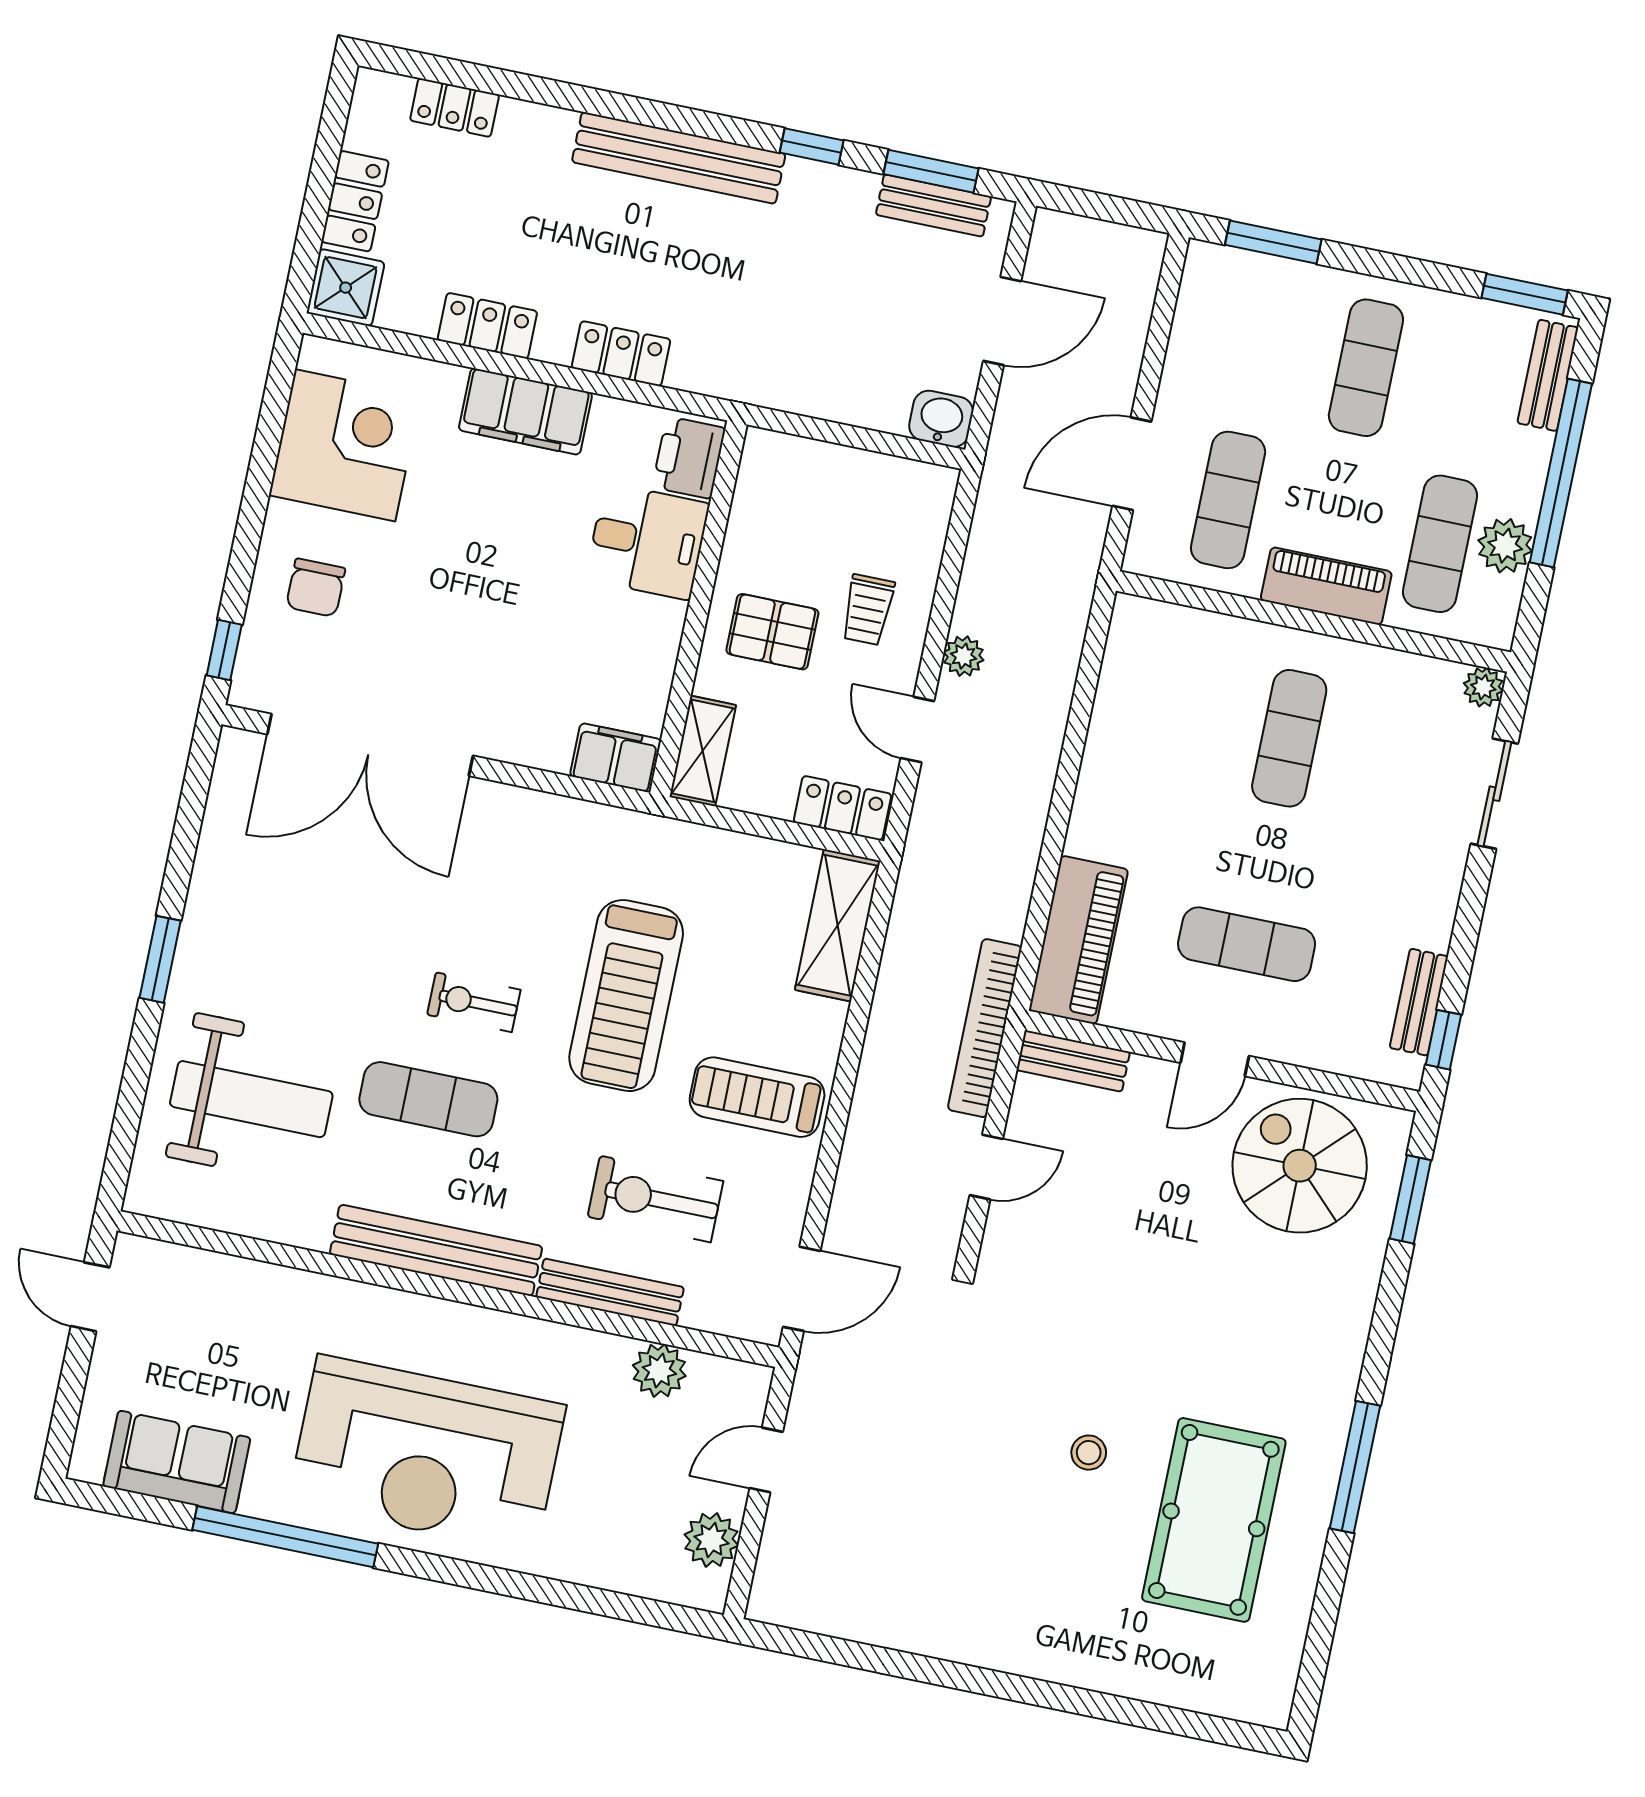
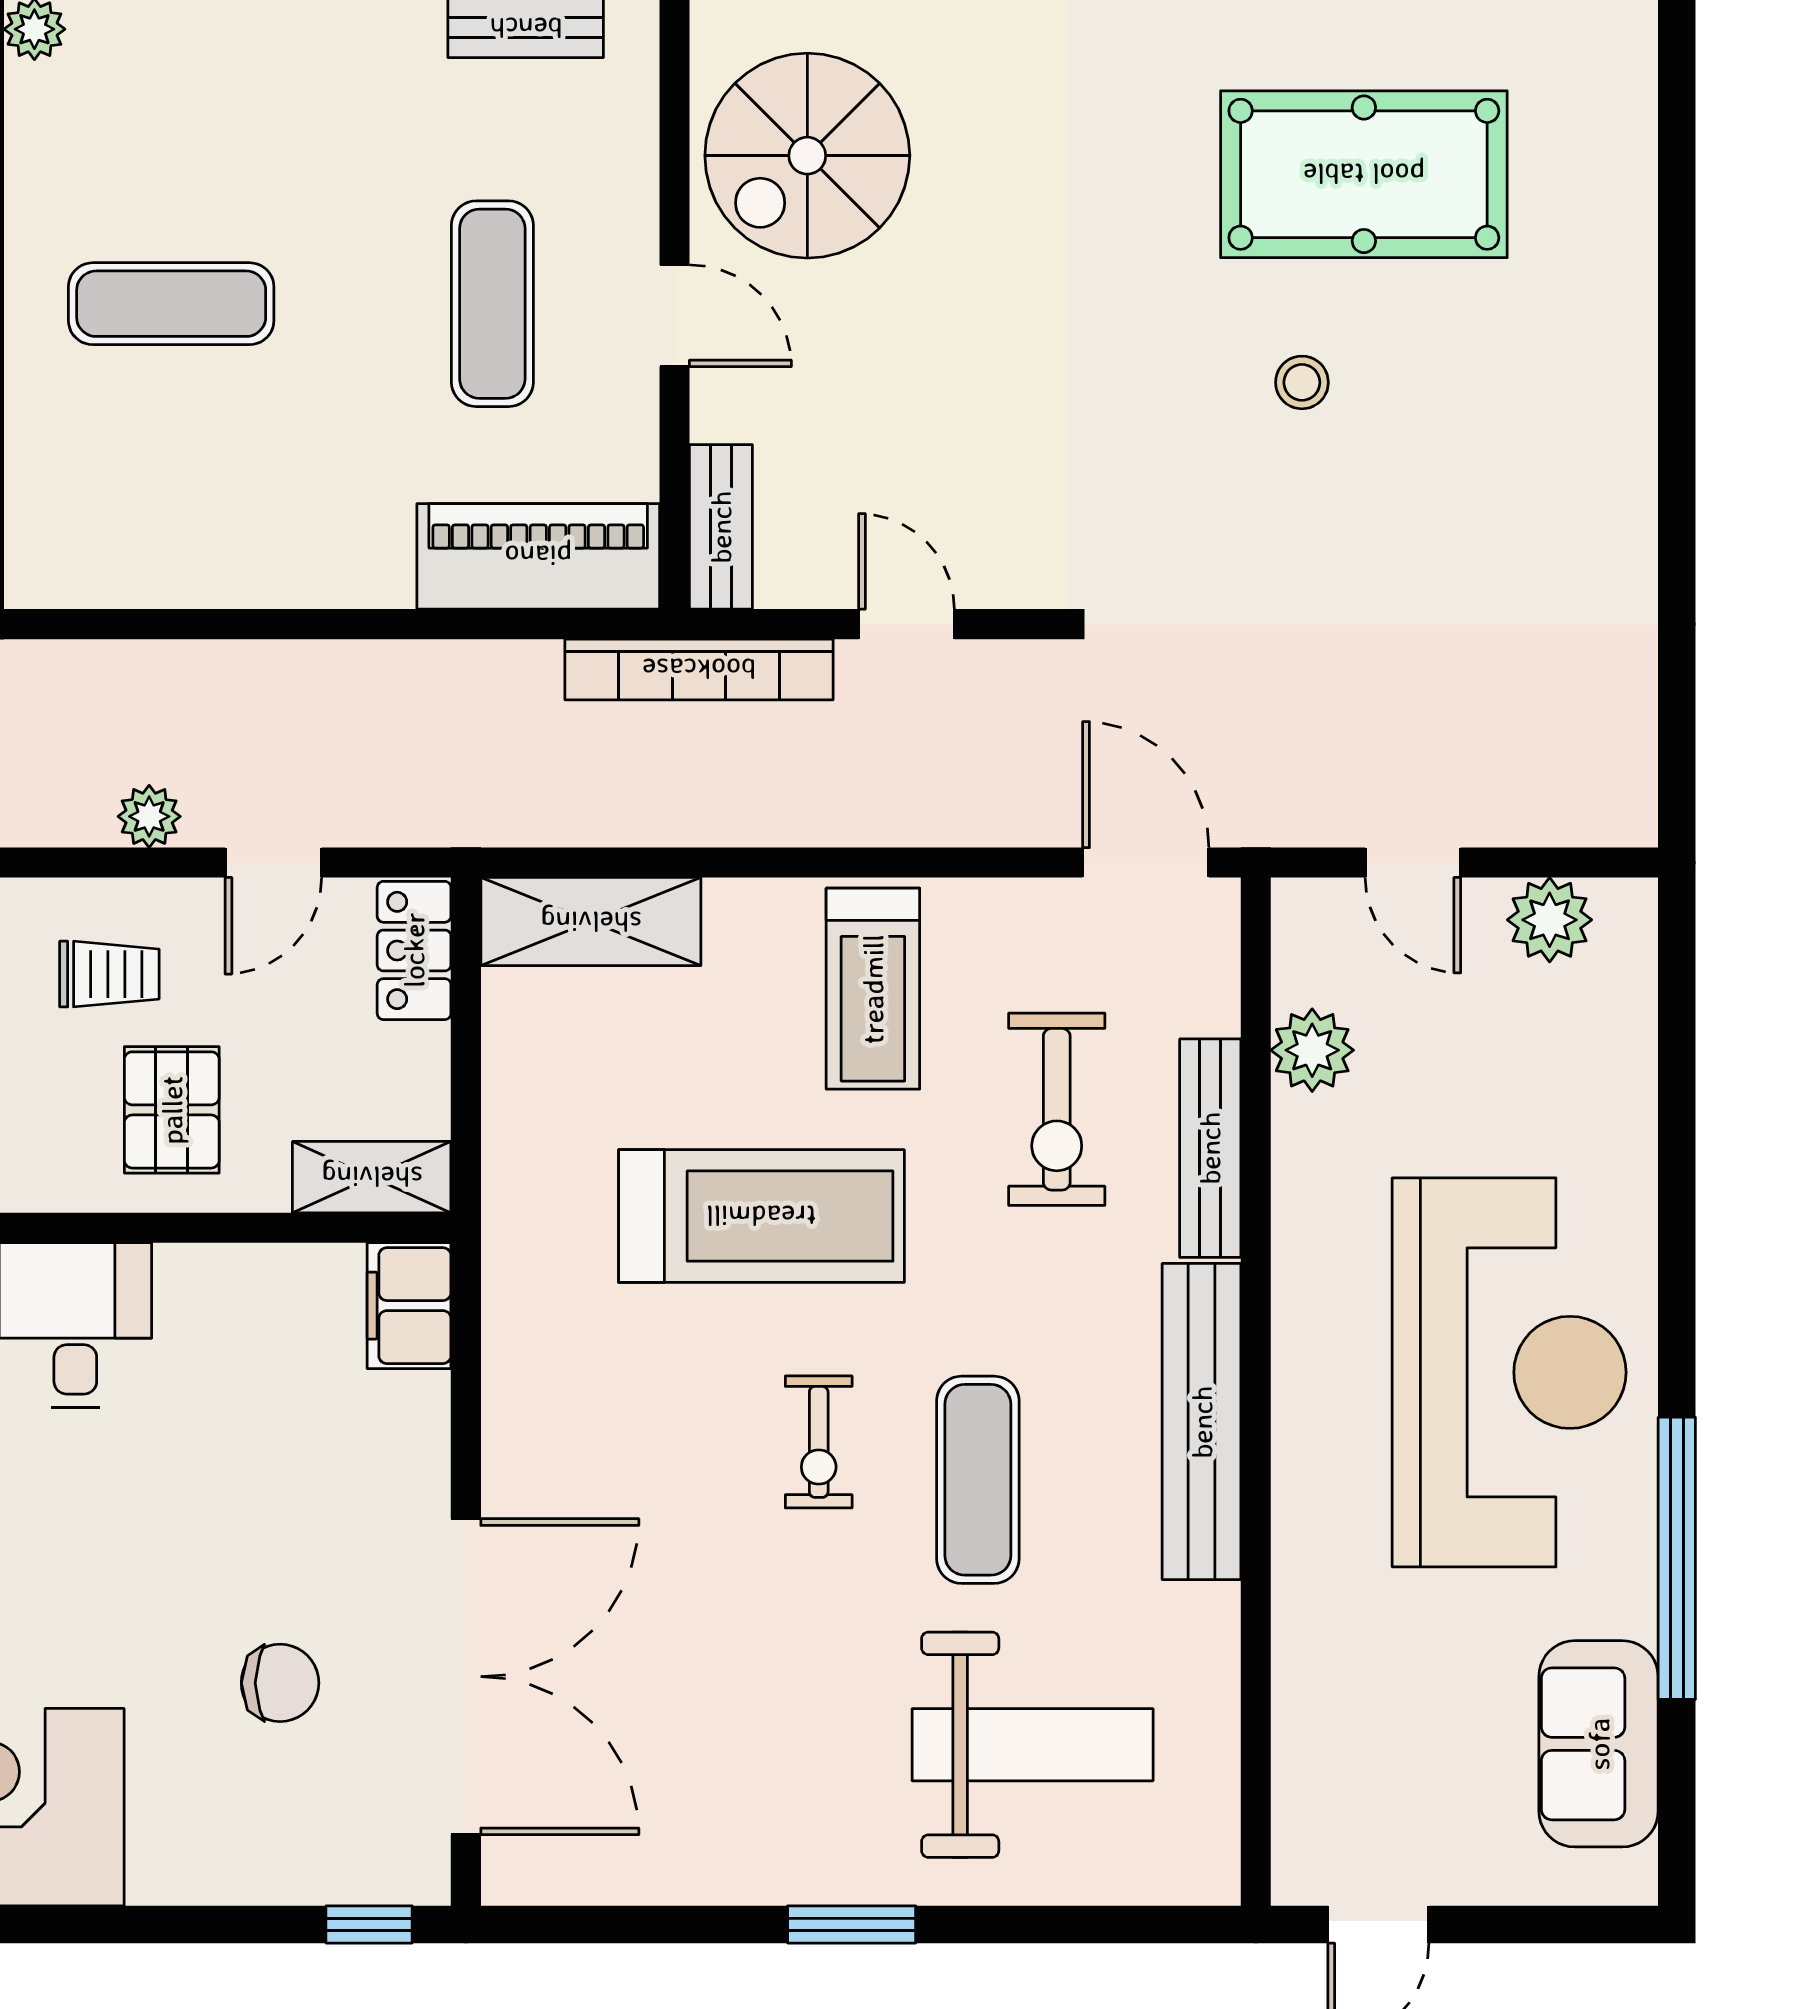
chair: (316, 588) -> (280, 1683), moved
weight bench: (251, 1099) -> (1033, 1745), turned 90

